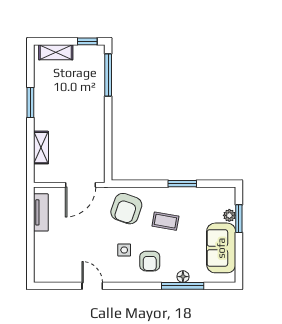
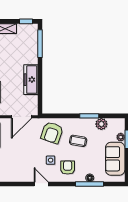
freezer: (94, 129) -> (31, 80), added
plant: (200, 196) -> (101, 124), added
armchair: (150, 261) -> (68, 168), turned 180
door: (92, 286) -> (41, 184), moved

